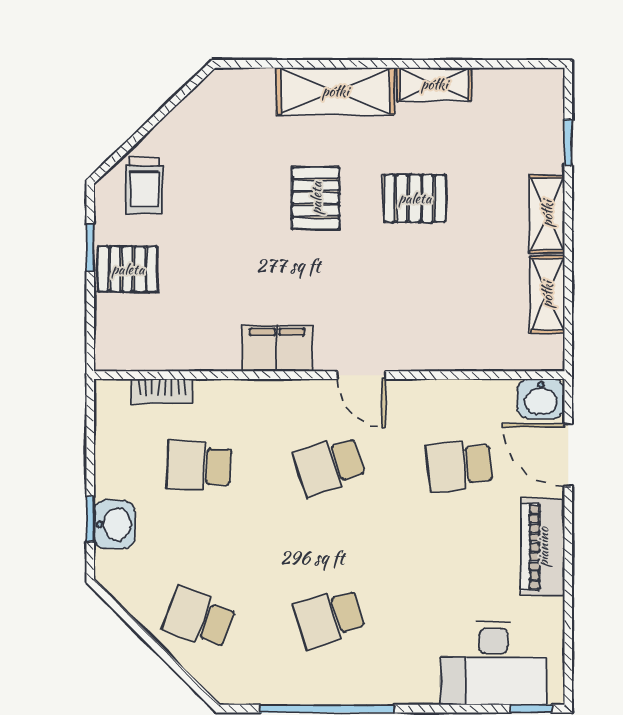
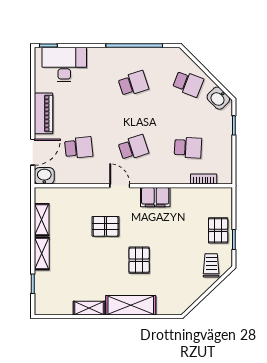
pallet: (415, 198) -> (106, 226), moved
pallet: (128, 269) -> (218, 230), turned 90
door: (568, 455) -> (33, 152), hinge flipped
washbasin: (114, 524) -> (218, 98), moved, turned -45

